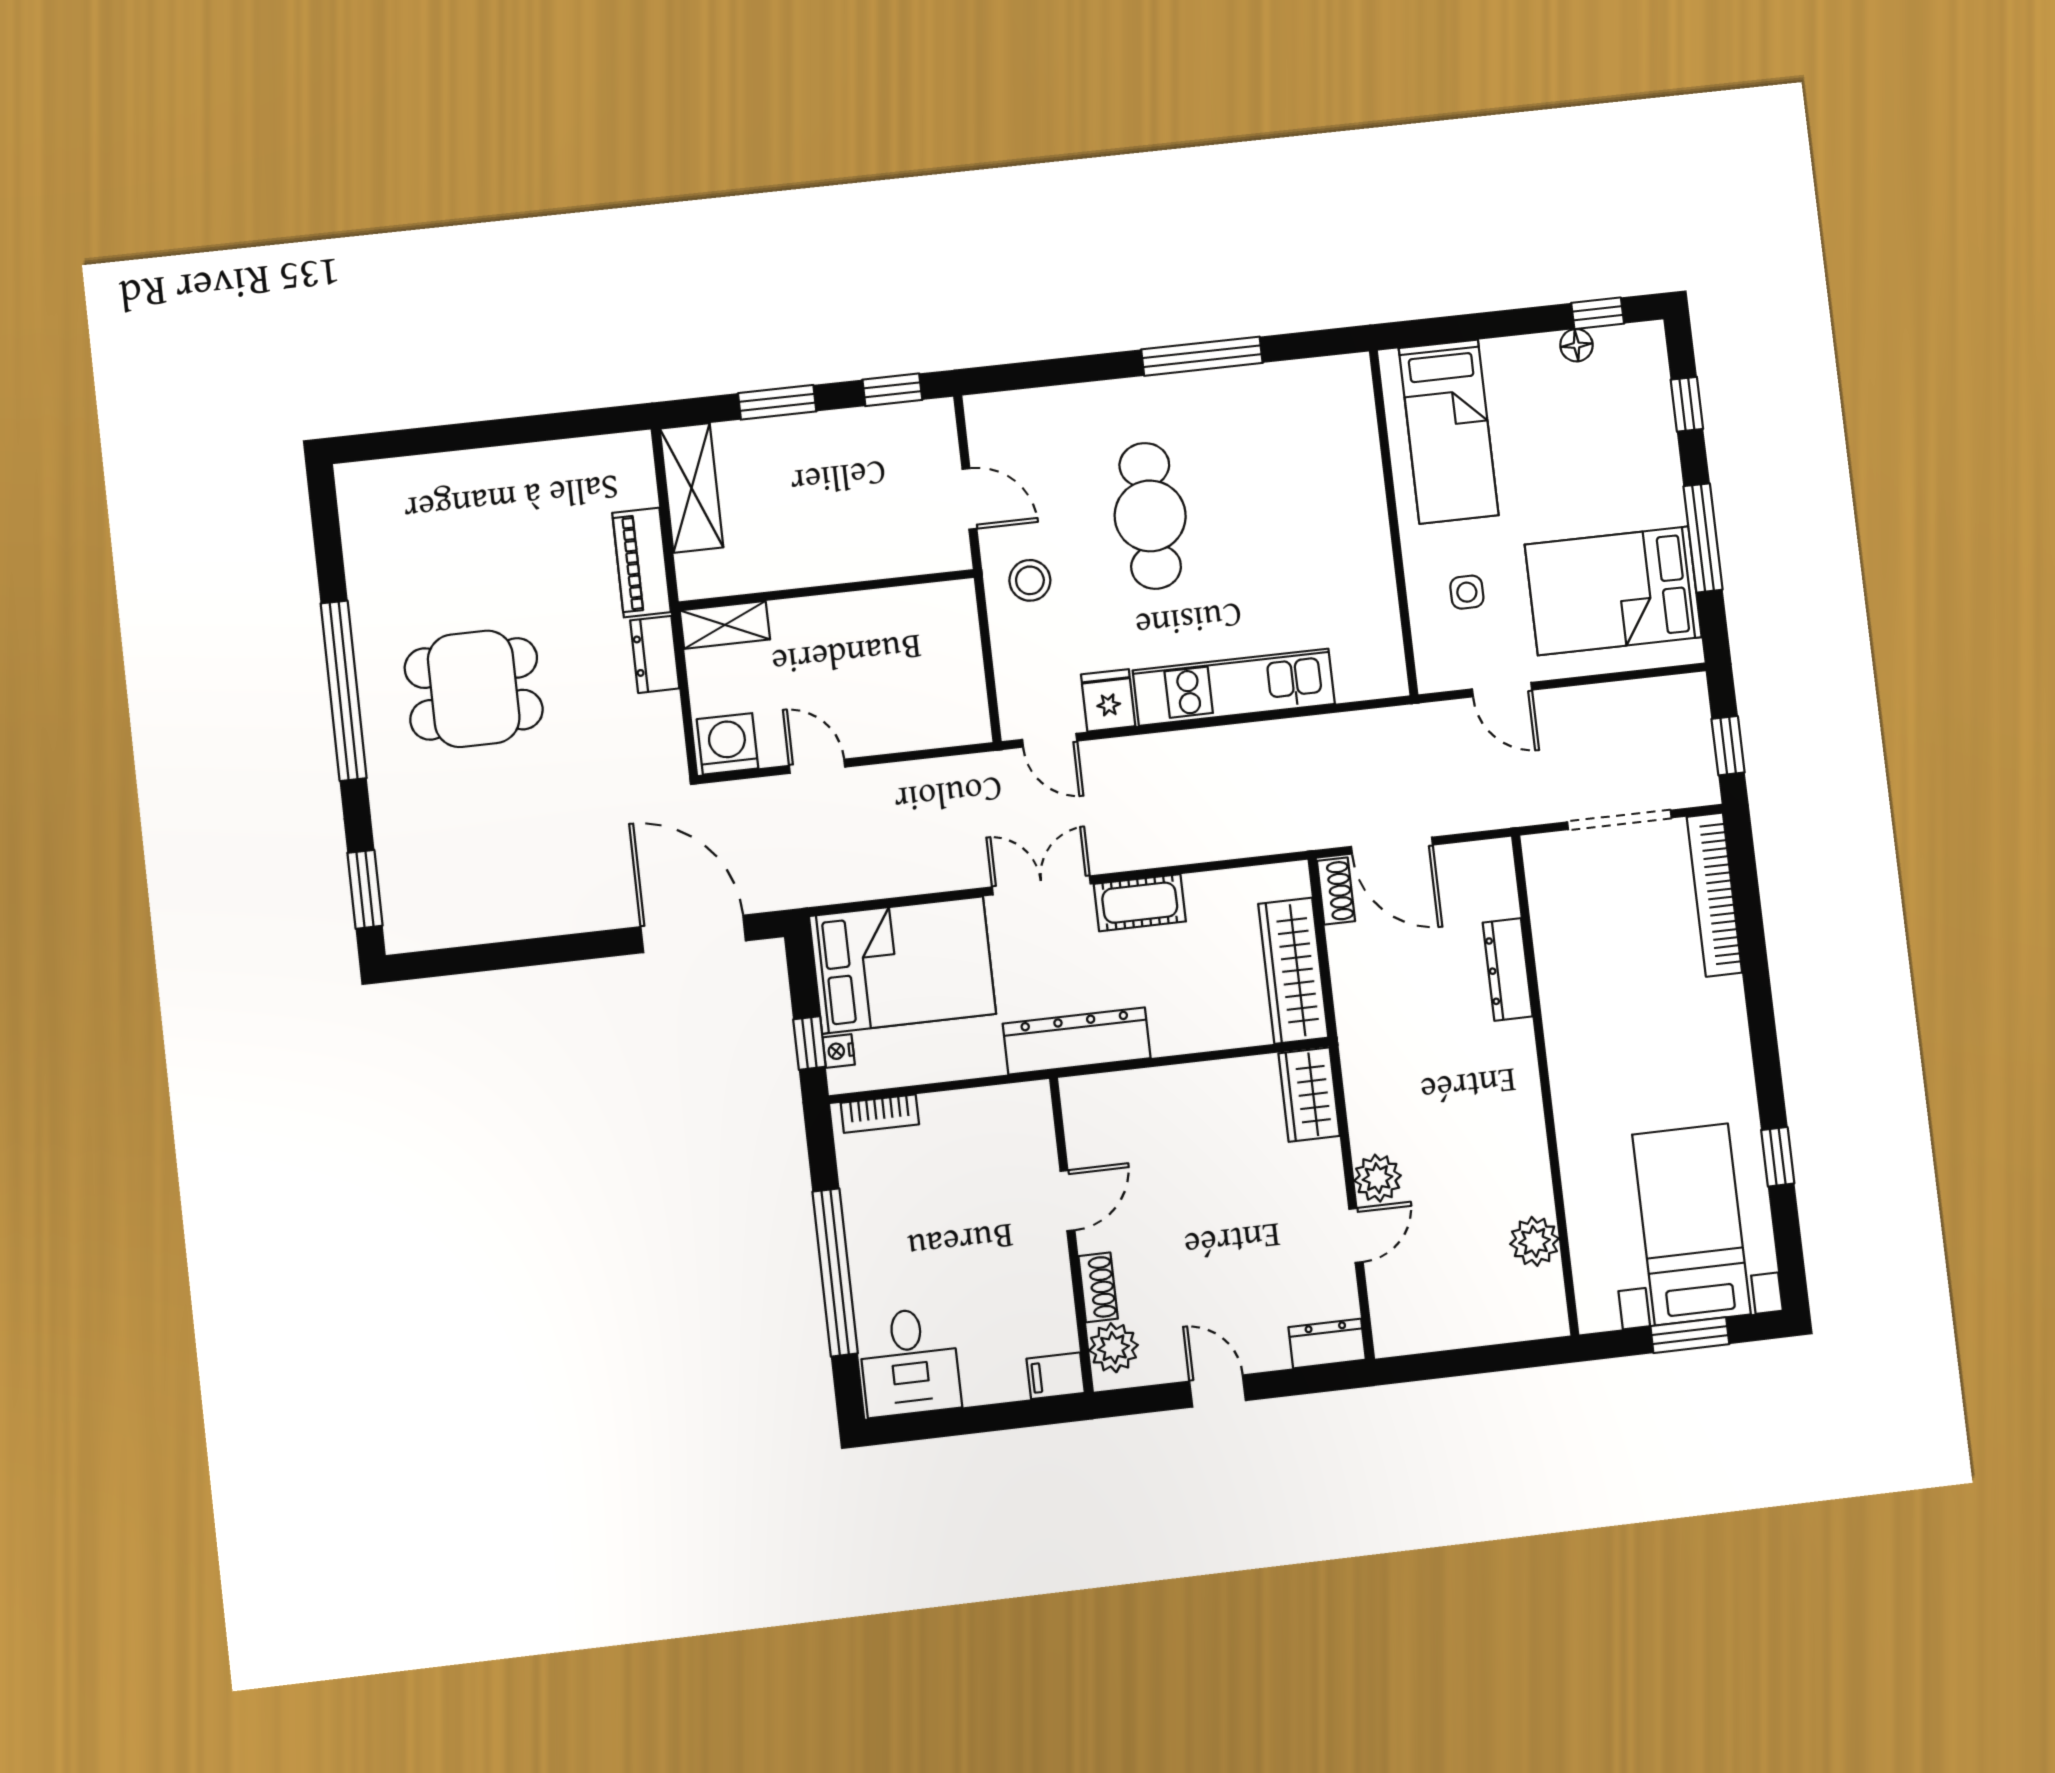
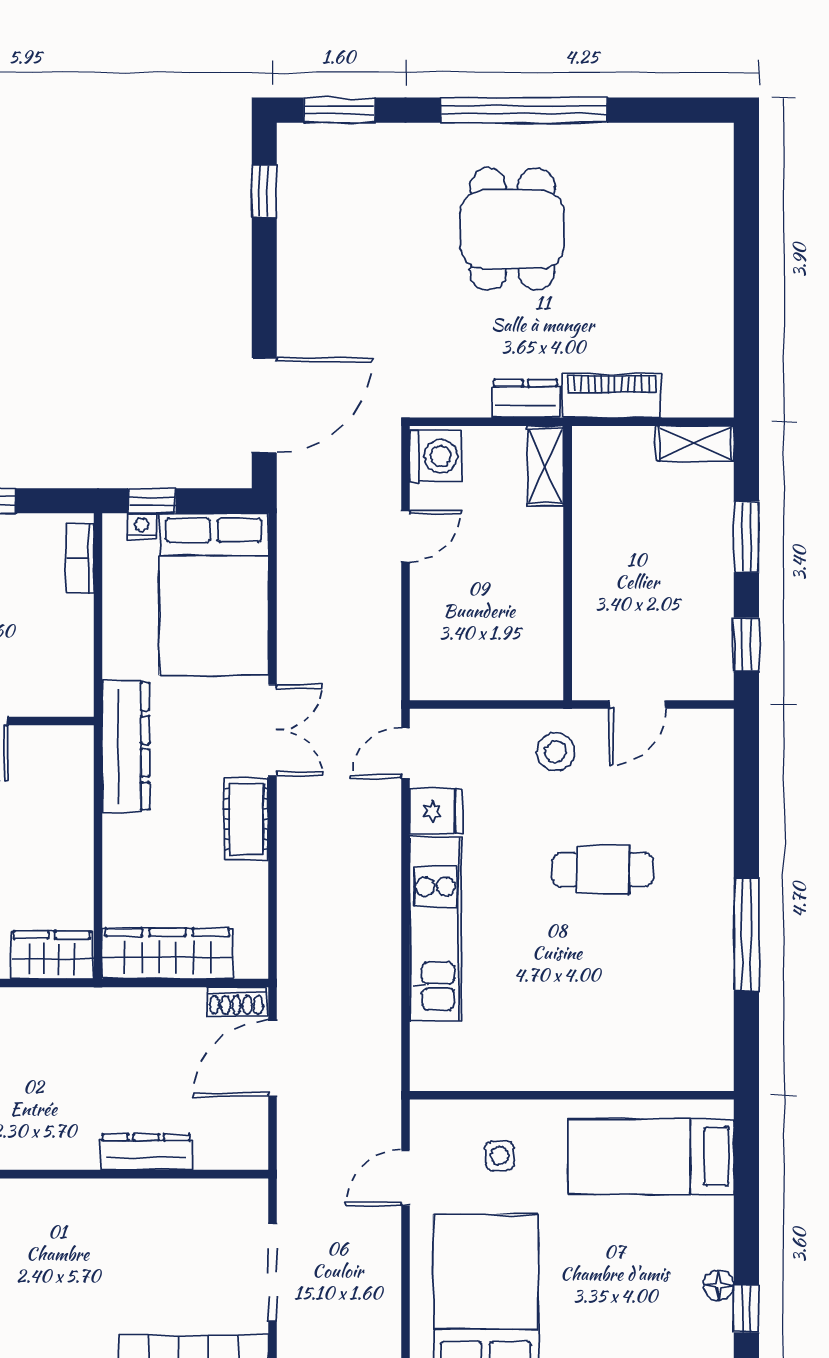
shelving: (691, 488) -> (695, 443), width x0.67, depth x0.75
cafe table: (1150, 516) -> (603, 870), width x0.73, depth x0.74
window: (462, 960) -> (264, 191), added

